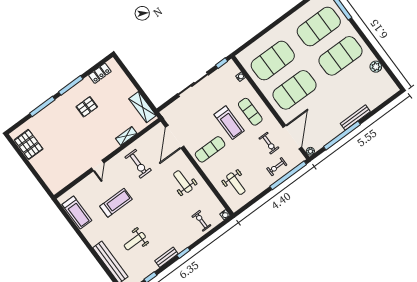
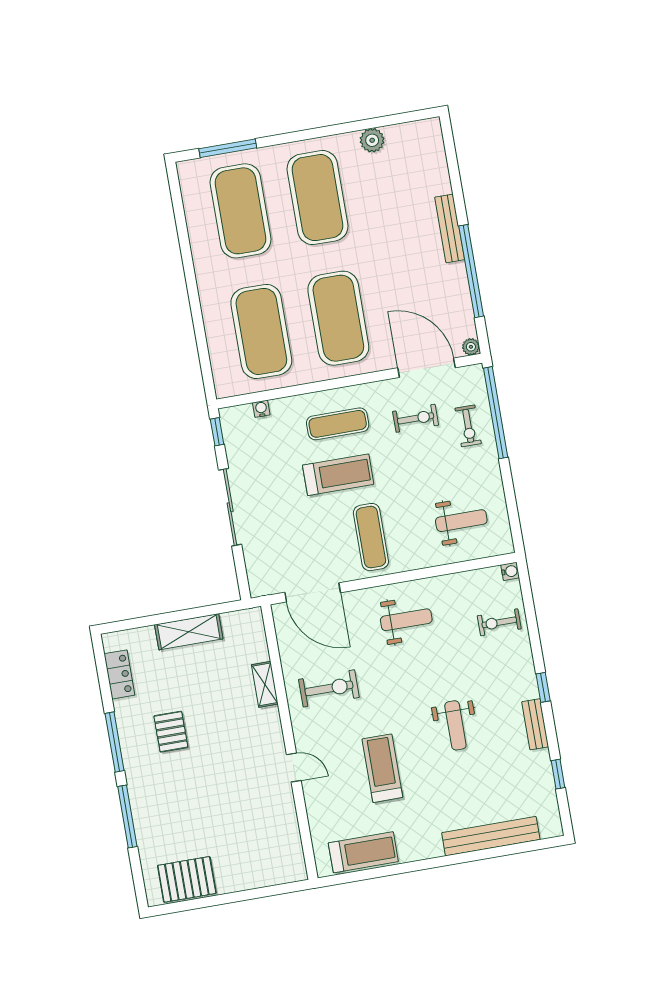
shelving: (143, 107) -> (189, 632), moved
weight bench: (183, 182) -> (406, 620), turned 180
weight bench: (135, 241) -> (455, 725), moved

